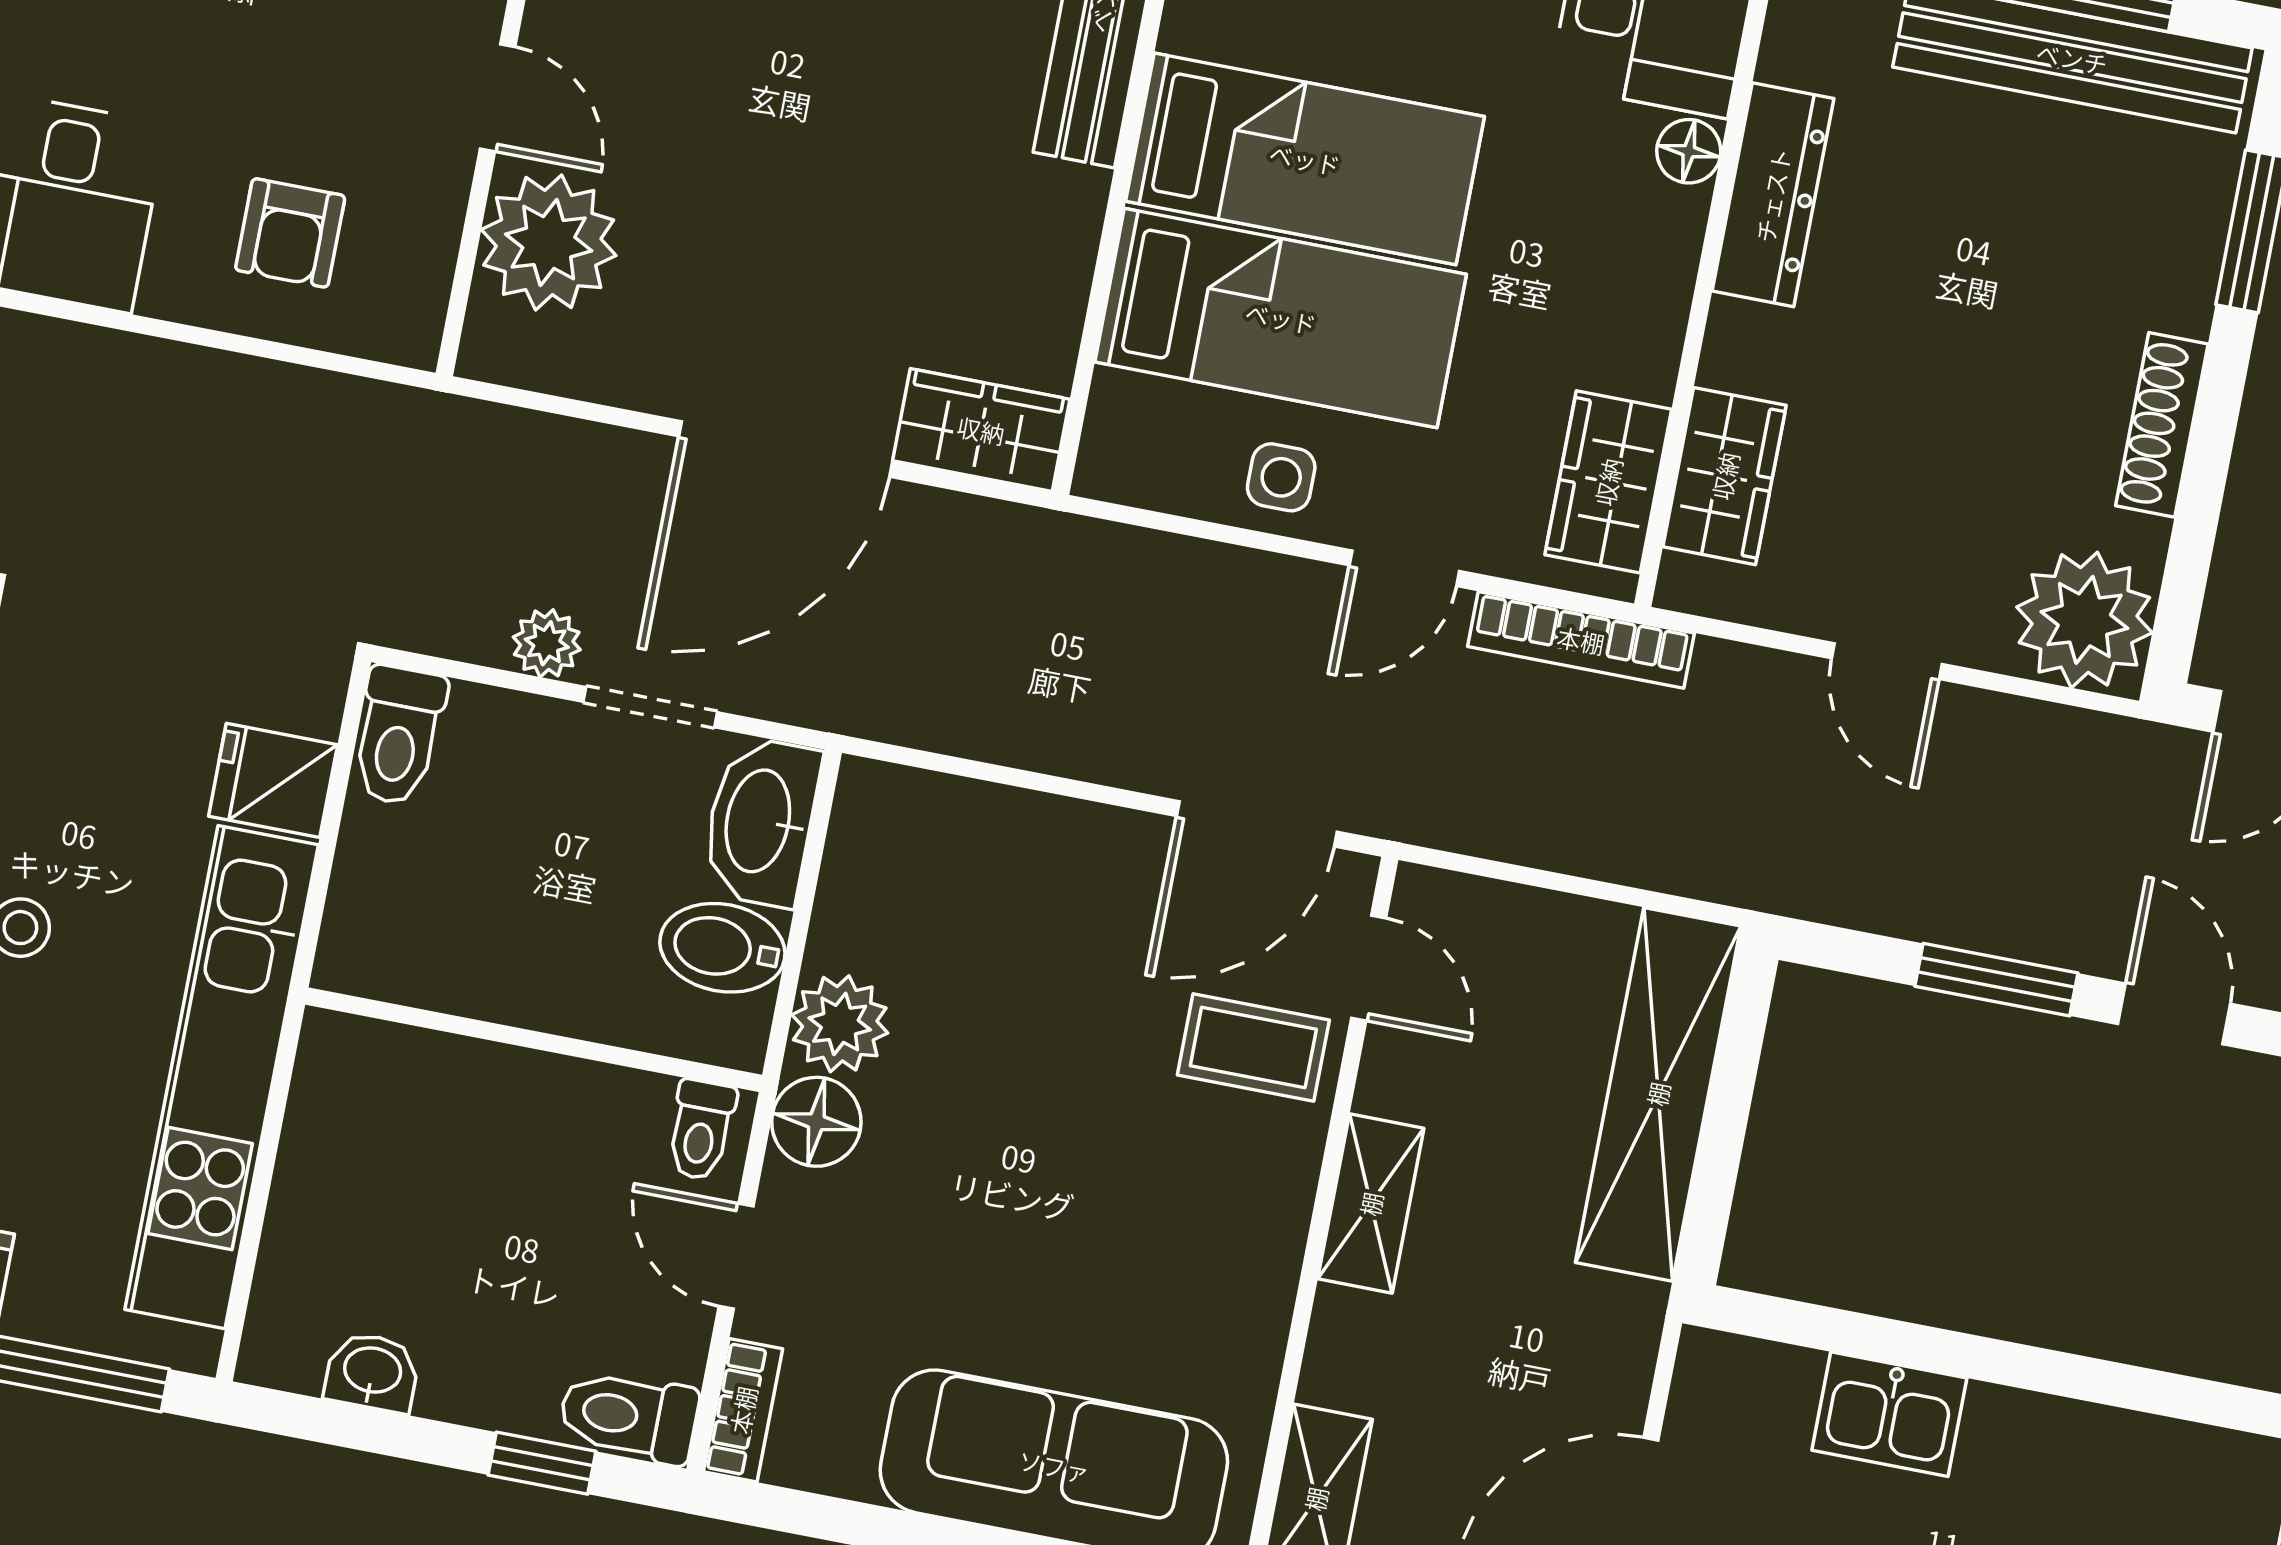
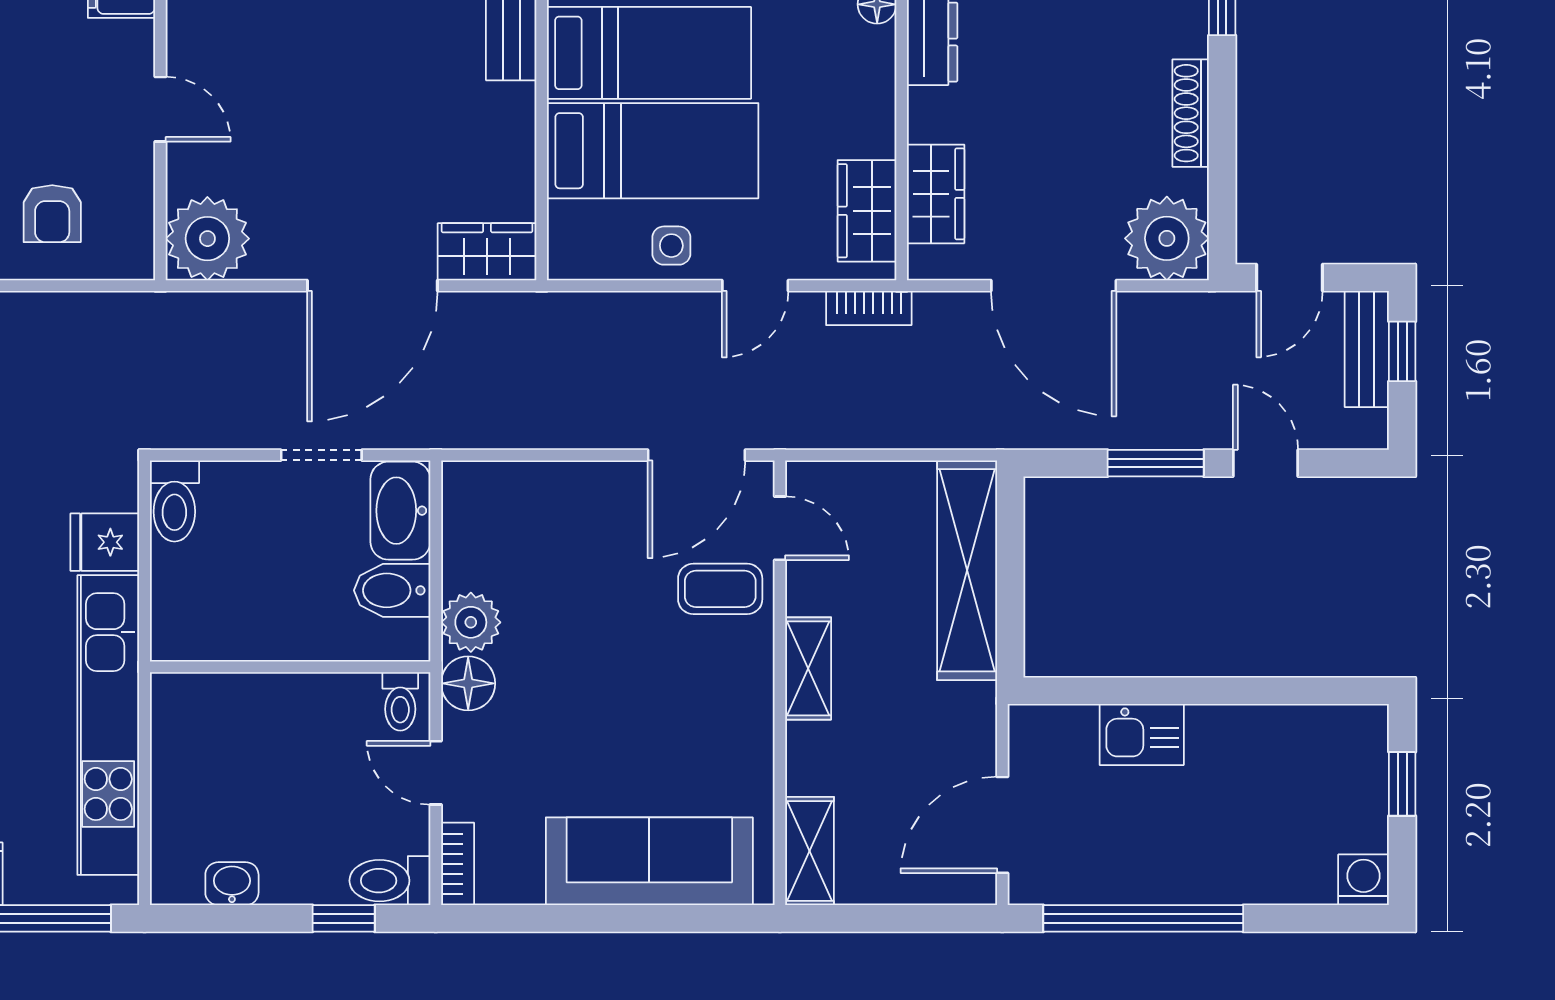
plant: (549, 242) -> (207, 239), moved
bookcase: (1581, 640) -> (869, 308), width x0.64
plant: (547, 643) -> (252, 429), removed
door: (1887, 661) -> (1054, 286), width x1.88

